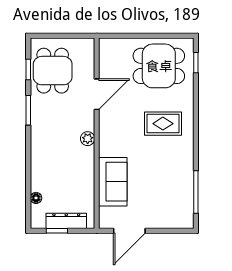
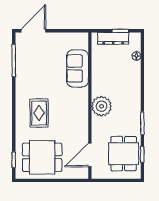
door: (97, 94) -> (90, 155), moved
rug: (163, 124) -> (39, 113), turned 90
plant: (88, 139) -> (102, 106), width x1.87, depth x1.87
door: (129, 231) -> (33, 31), moved

